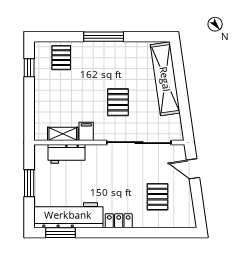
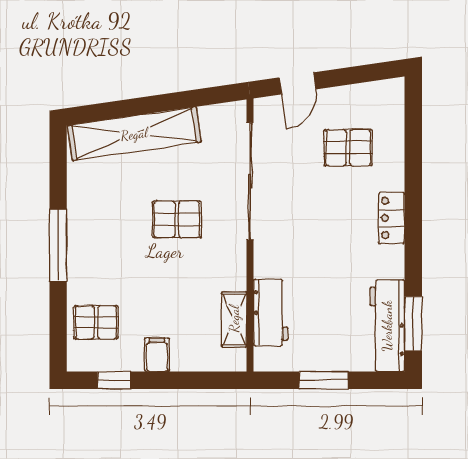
filing cabinet: (86, 131) -> (157, 355), moved, turned 90
workbench: (68, 215) -> (387, 326), width x0.73, depth x0.76

